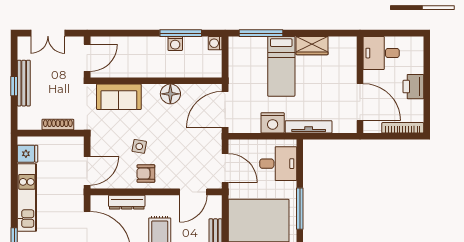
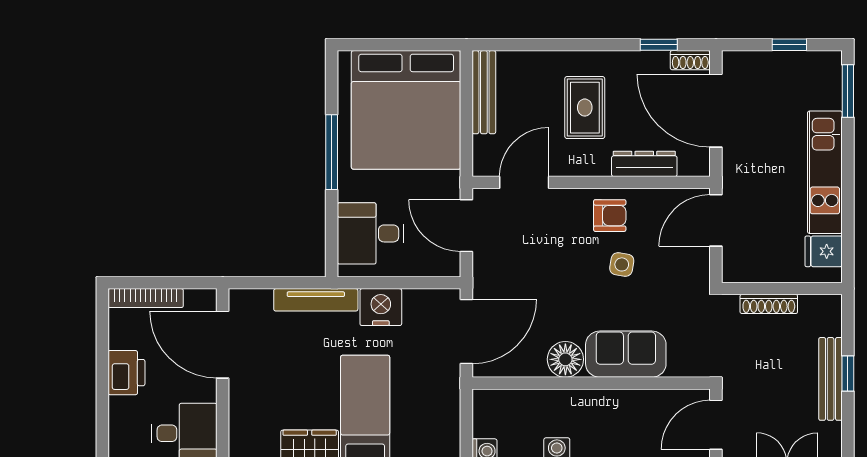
sofa: (119, 97) -> (626, 354), moved

